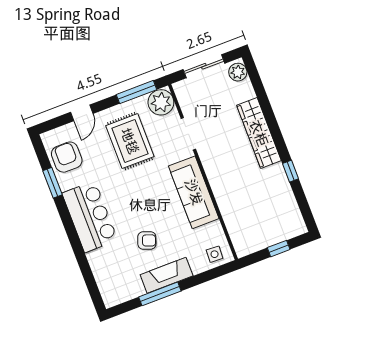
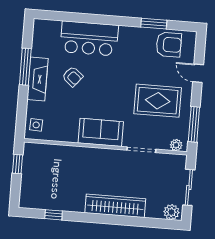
plant: (161, 102) -> (176, 145), width x0.53, depth x0.53
window: (291, 171) -> (54, 215), moved
sofa: (194, 192) -> (101, 132), width x0.73
bar counter: (90, 217) -> (89, 38), moved
armchair: (147, 240) -> (73, 77), turned -70
window: (279, 249) -> (17, 164), moved

